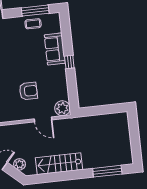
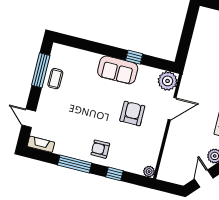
sofa: (55, 49) -> (118, 70), moved
window: (69, 62) -> (134, 57), moved

